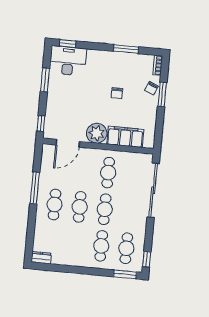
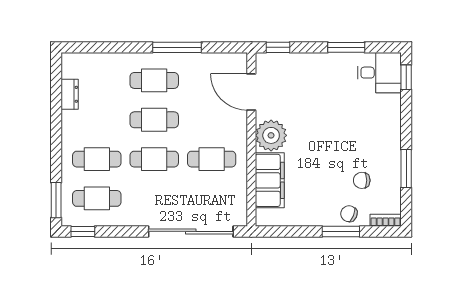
desk: (68, 61) -> (379, 73), width x0.73
chair: (117, 93) -> (362, 180), moved
dresser: (41, 258) -> (70, 94), moved

